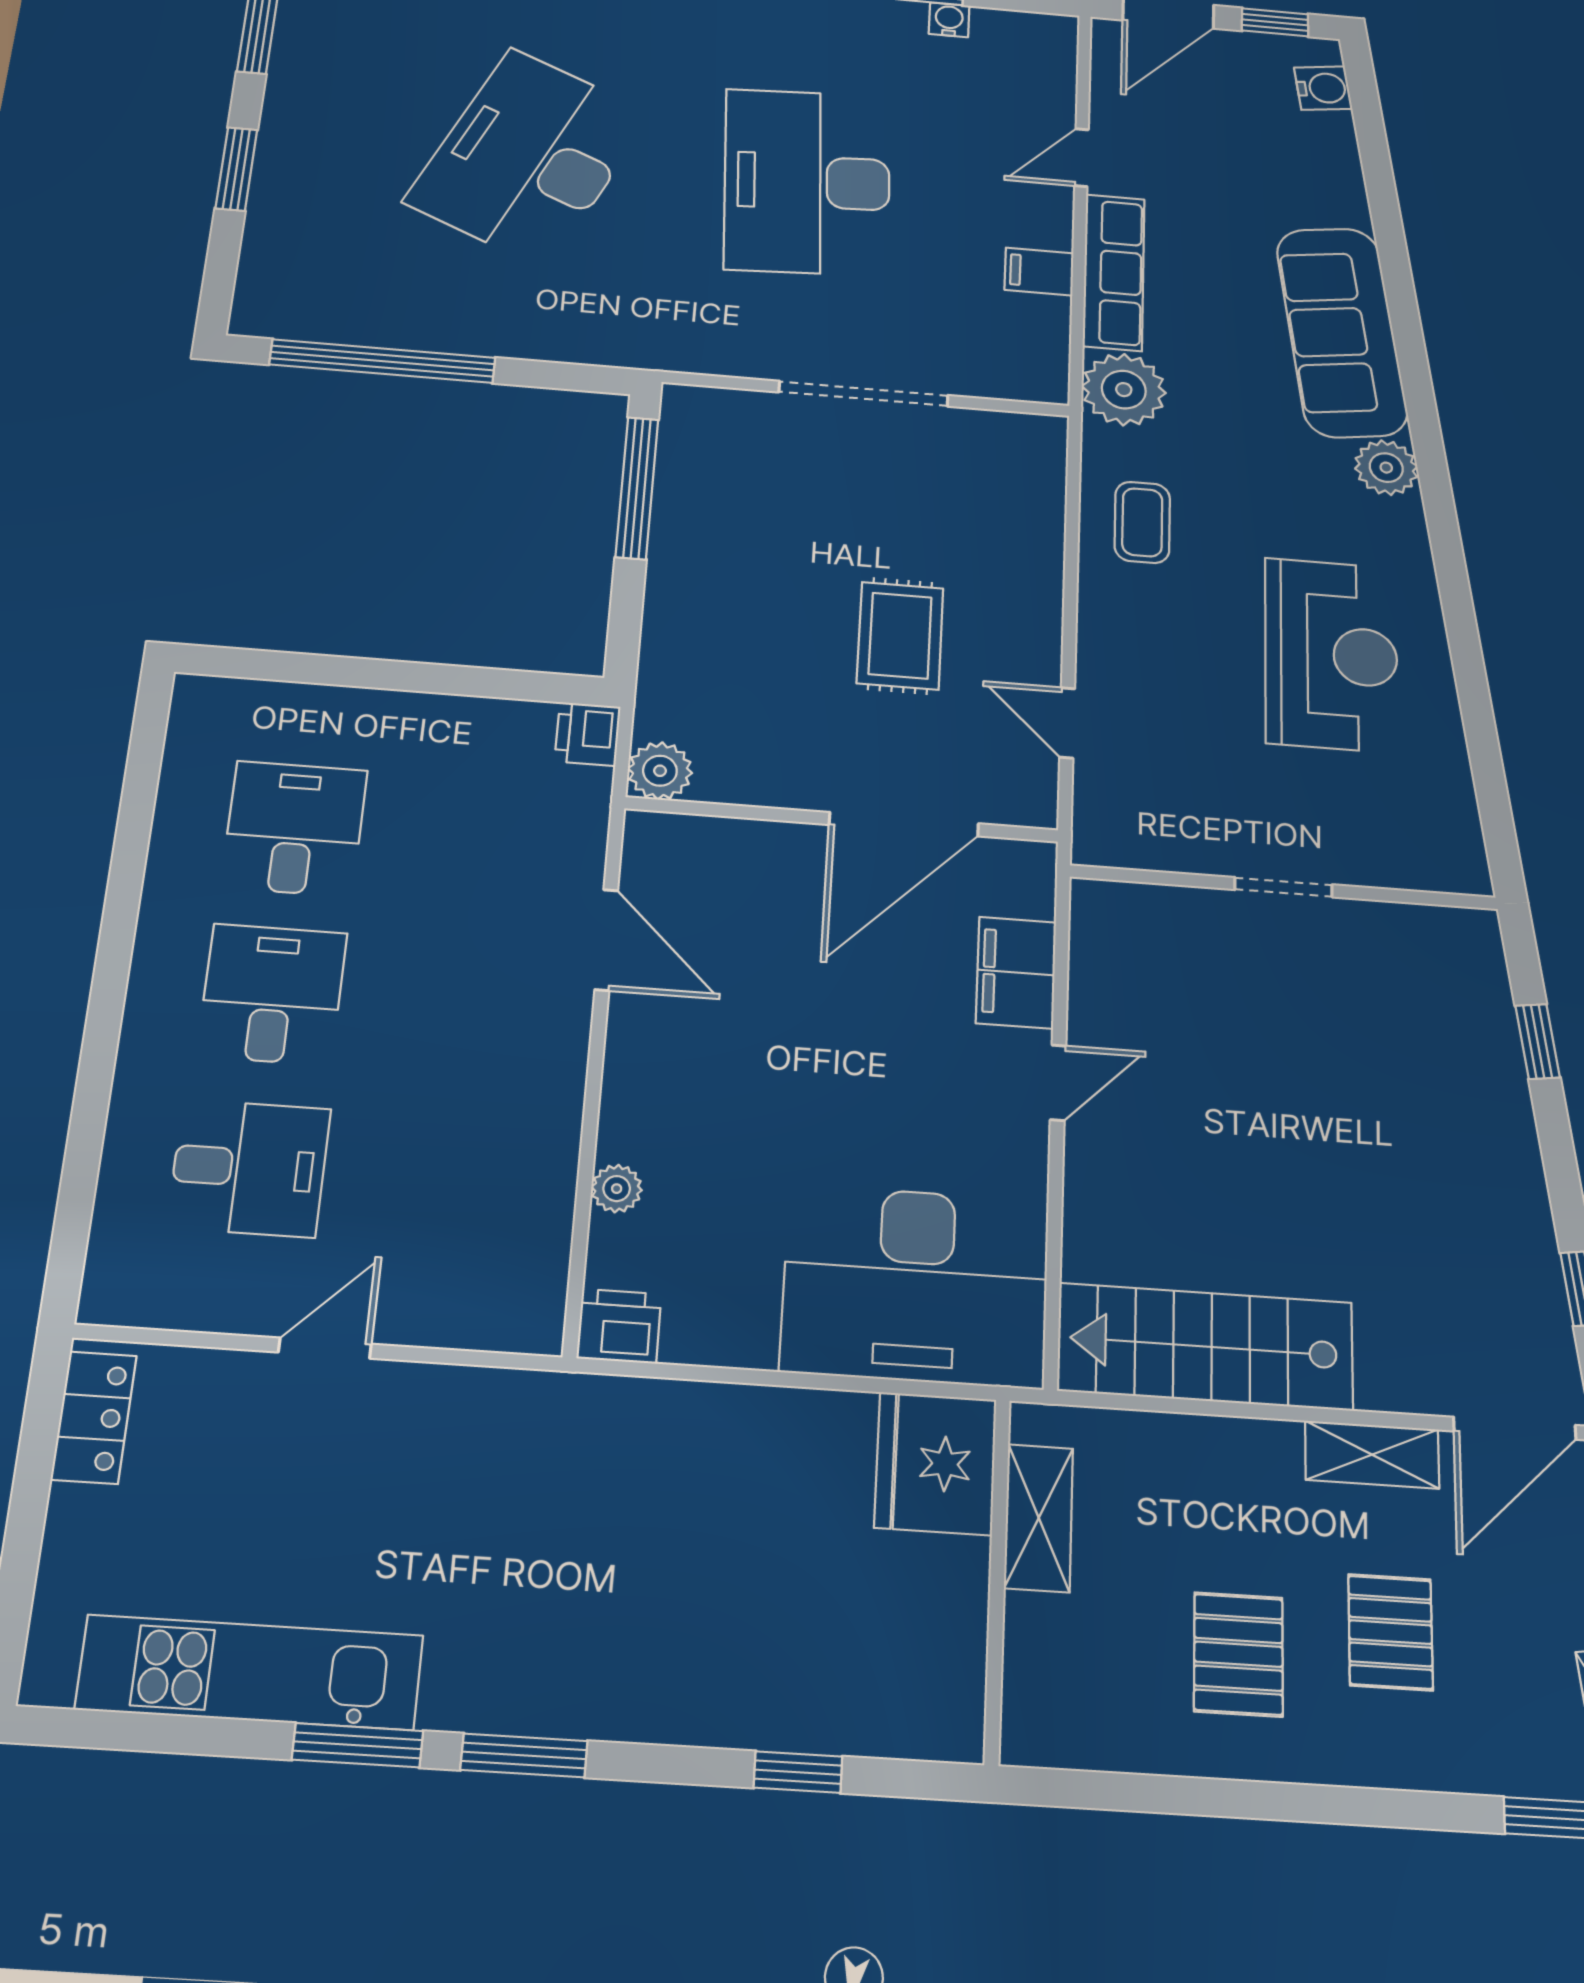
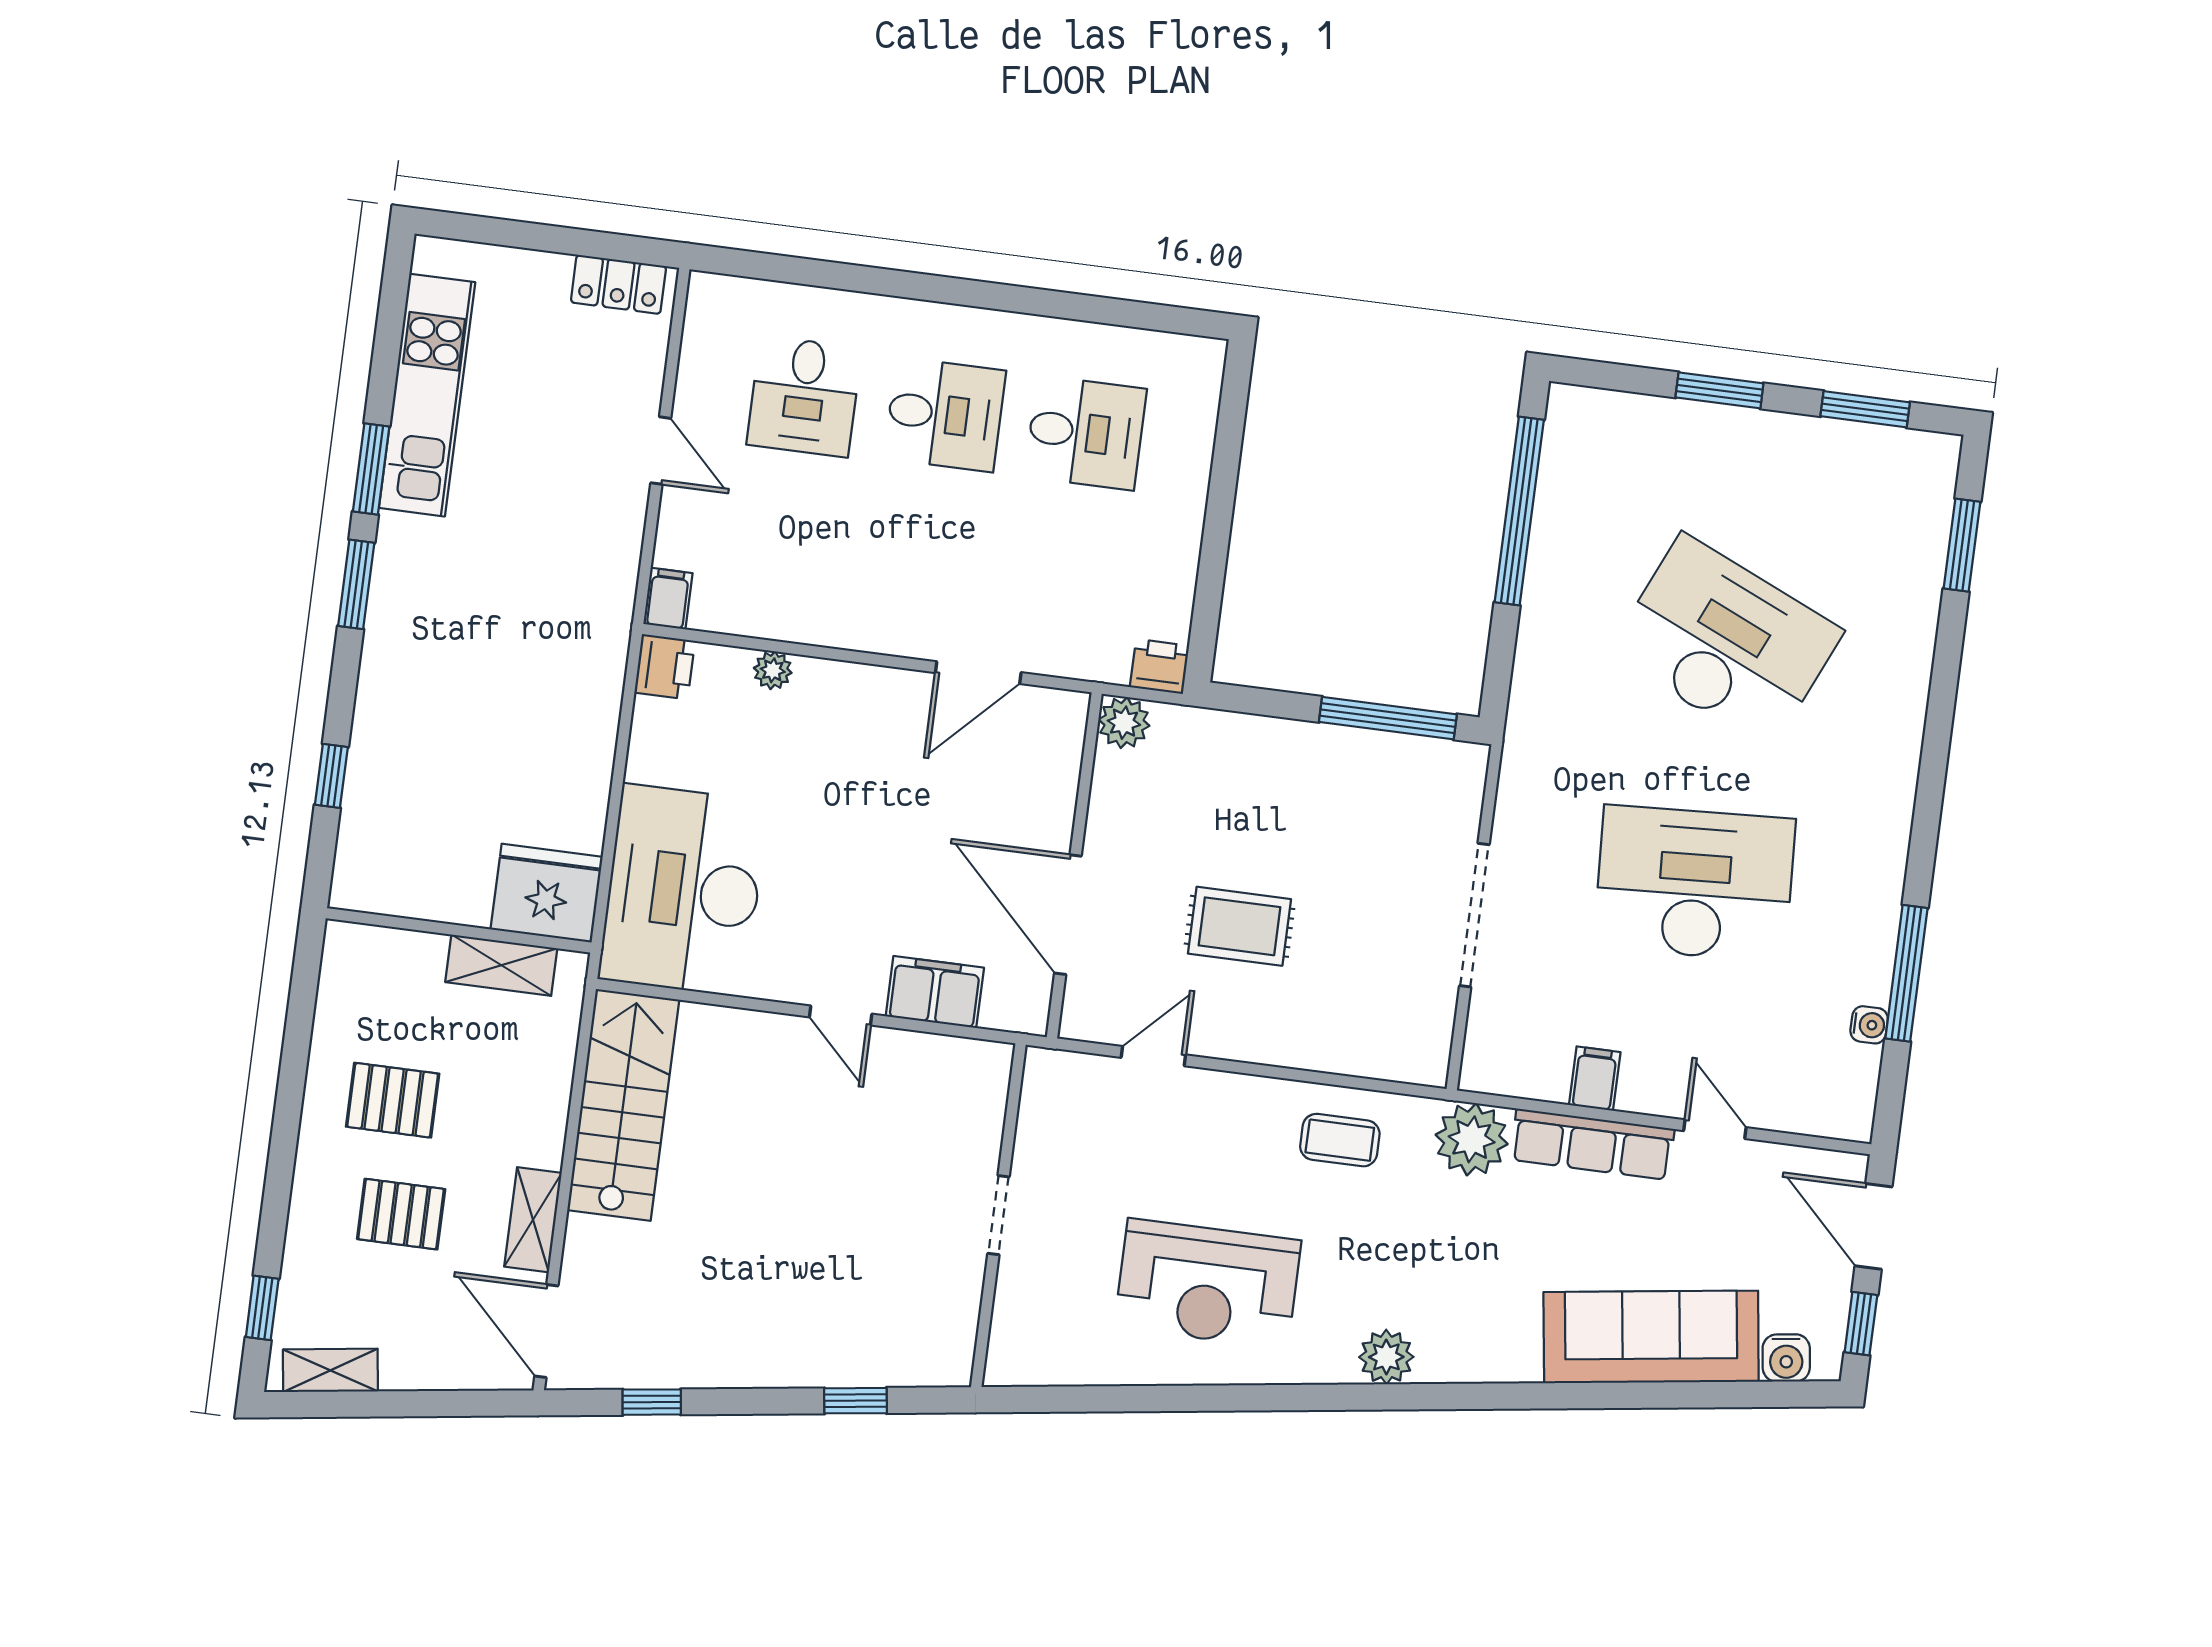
sofa: (1342, 332) -> (1651, 1337), moved
filing cabinet: (527, 1327) -> (668, 599), added

